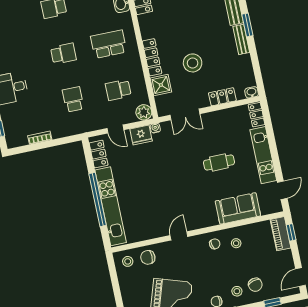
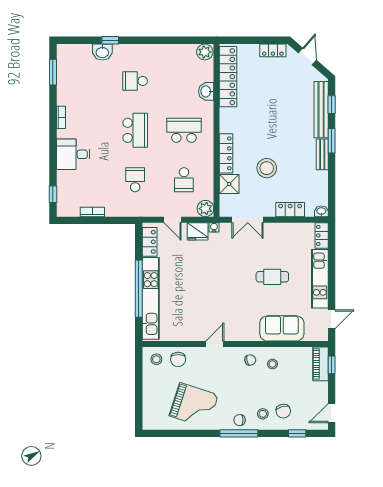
school desk: (63, 54) -> (135, 130), width x1.85
school desk: (118, 90) -> (184, 180), turned -90
chair: (148, 257) -> (178, 359), turned -90

